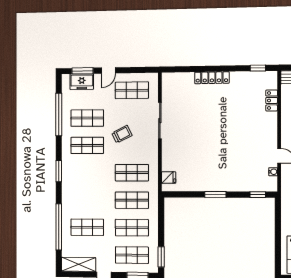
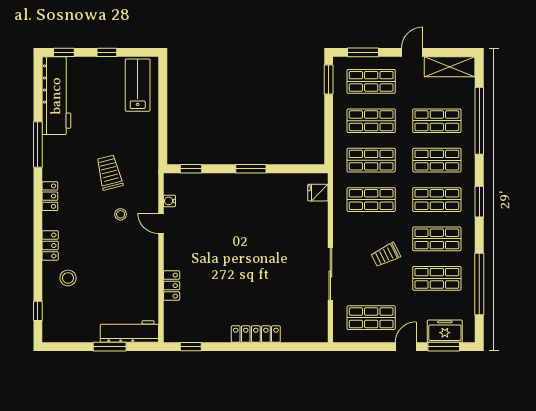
locker: (272, 100) -> (172, 286), moved
shop shelf: (87, 173) -> (437, 200), added
shop shelf: (87, 200) -> (437, 160), added

